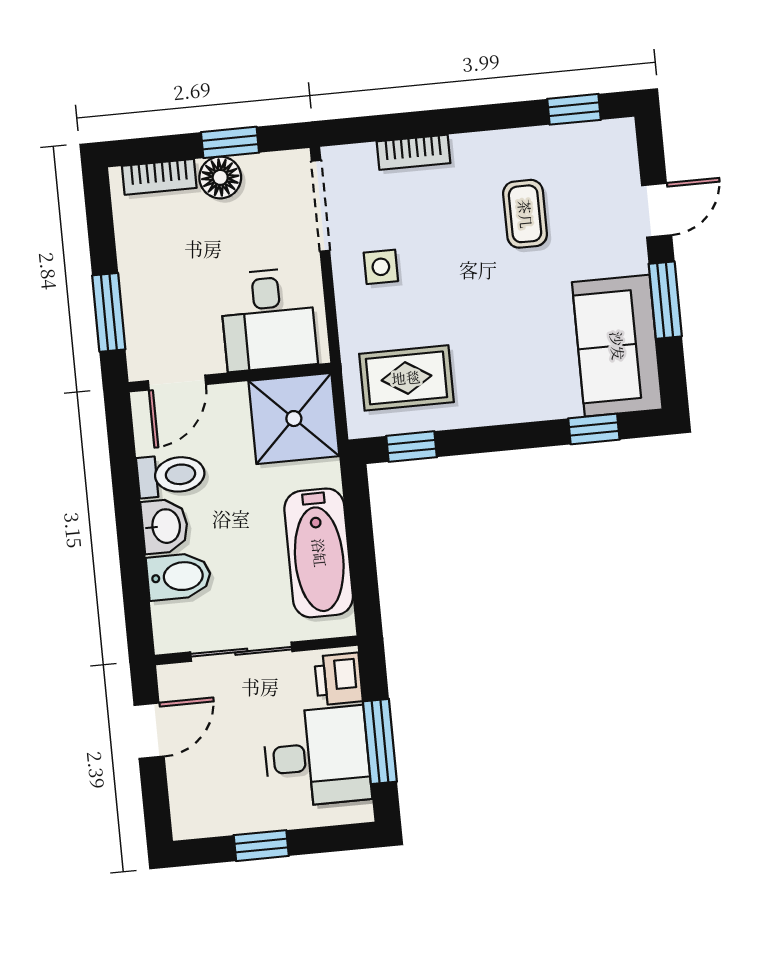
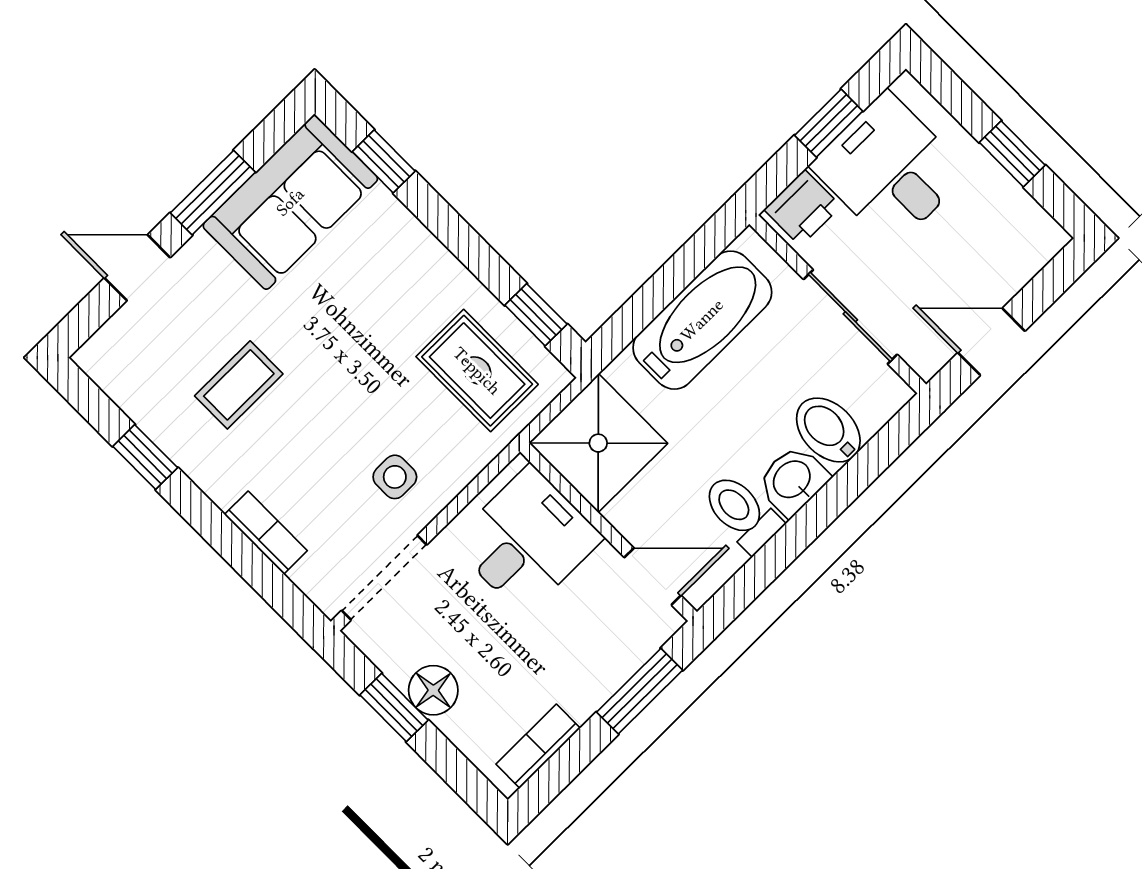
window: (574, 109) -> (145, 457), moved
bookcase: (159, 177) -> (538, 746), moved, turned -90
window: (380, 742) -> (829, 123), width x0.67

